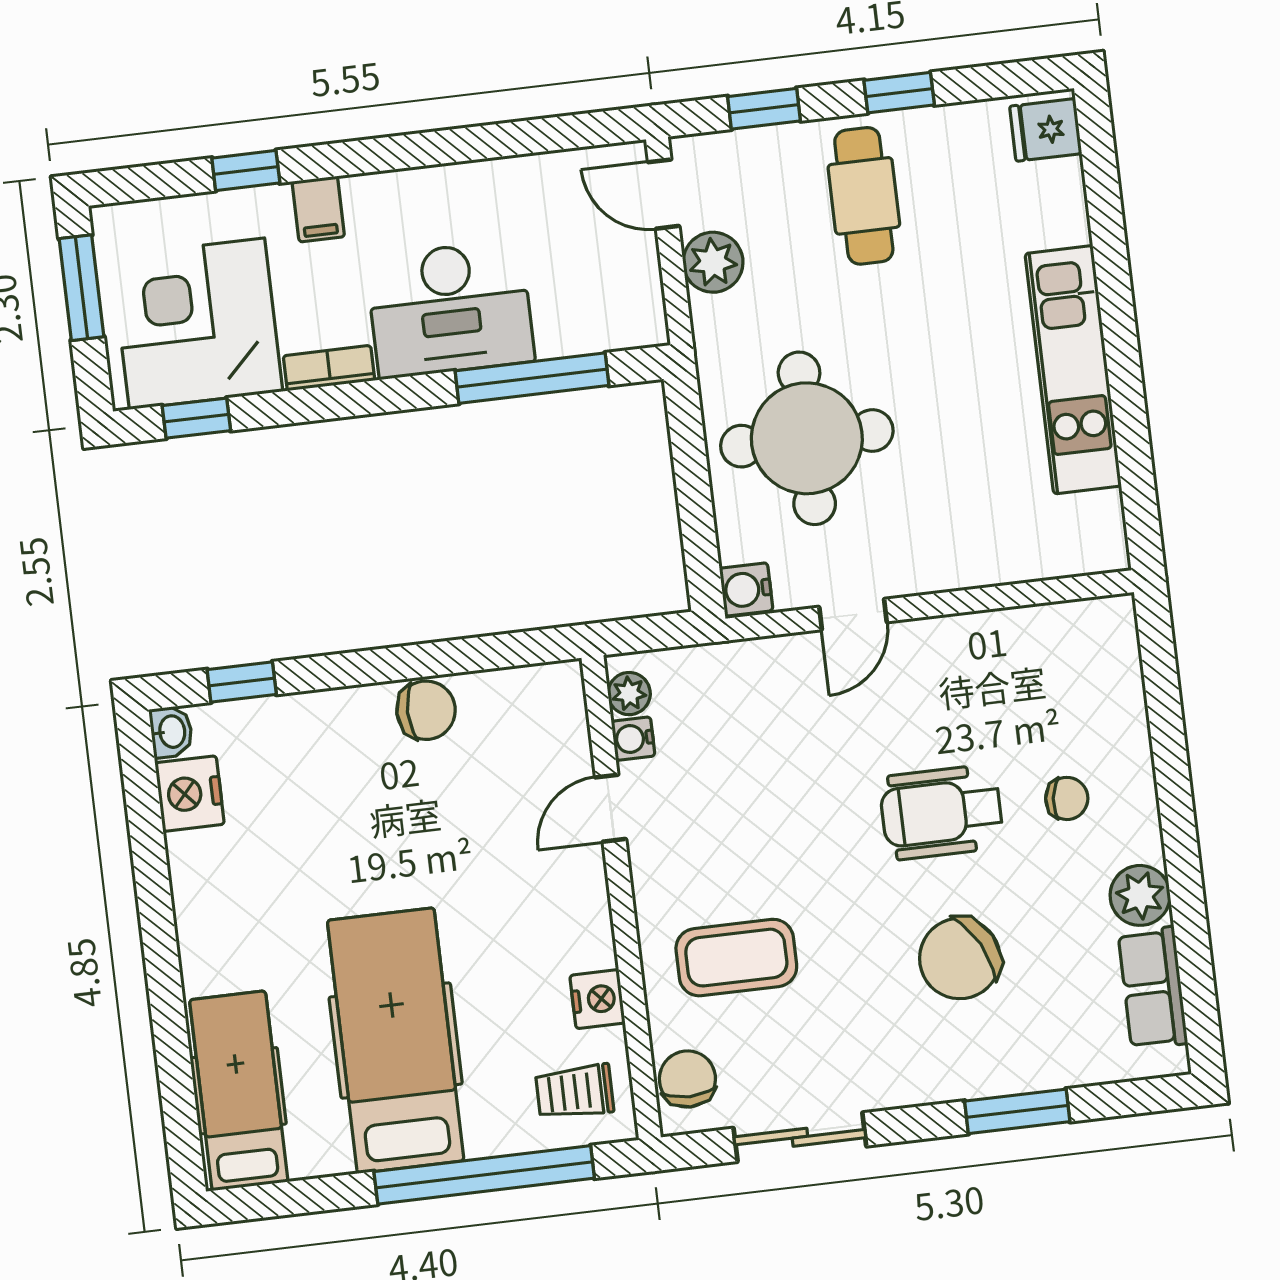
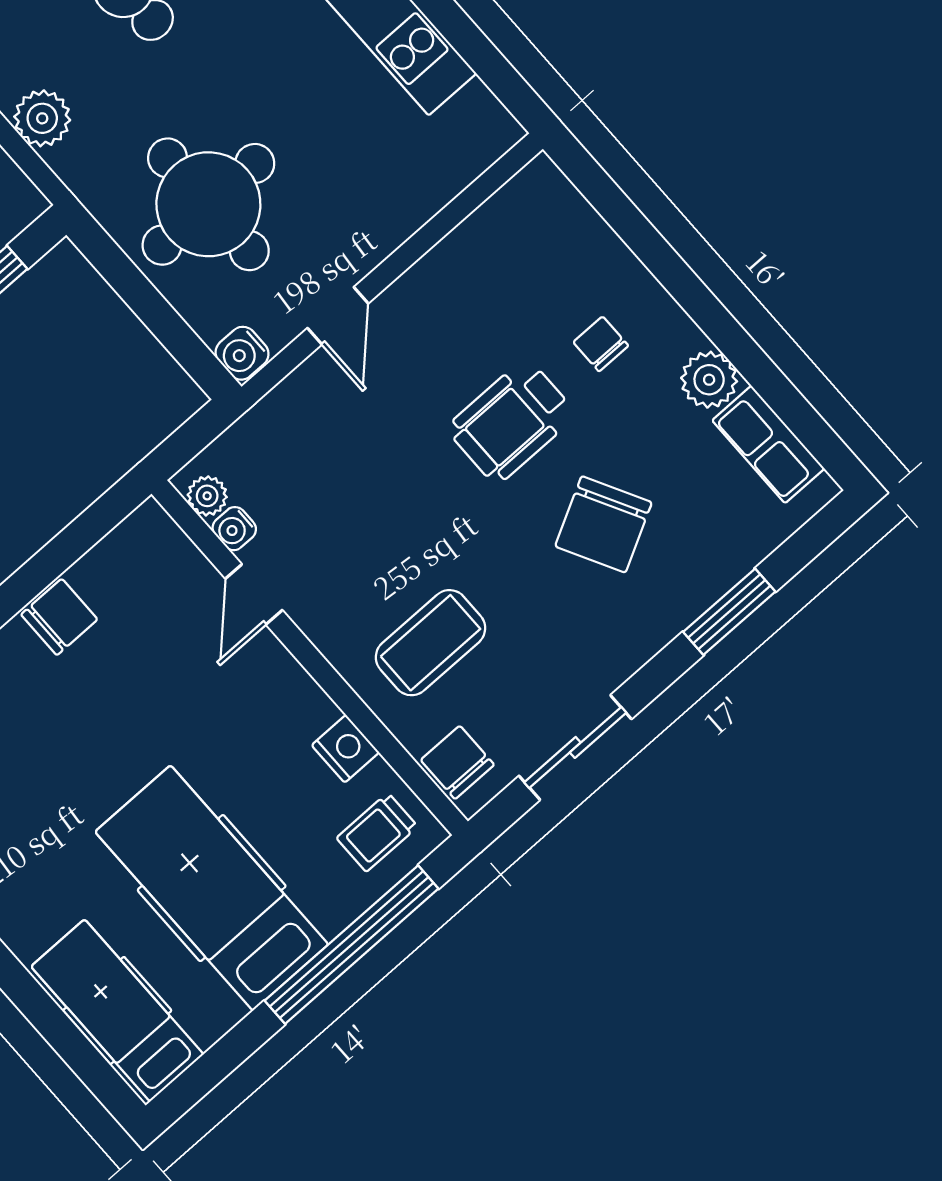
chair: (1067, 798) -> (601, 344), turned -97

